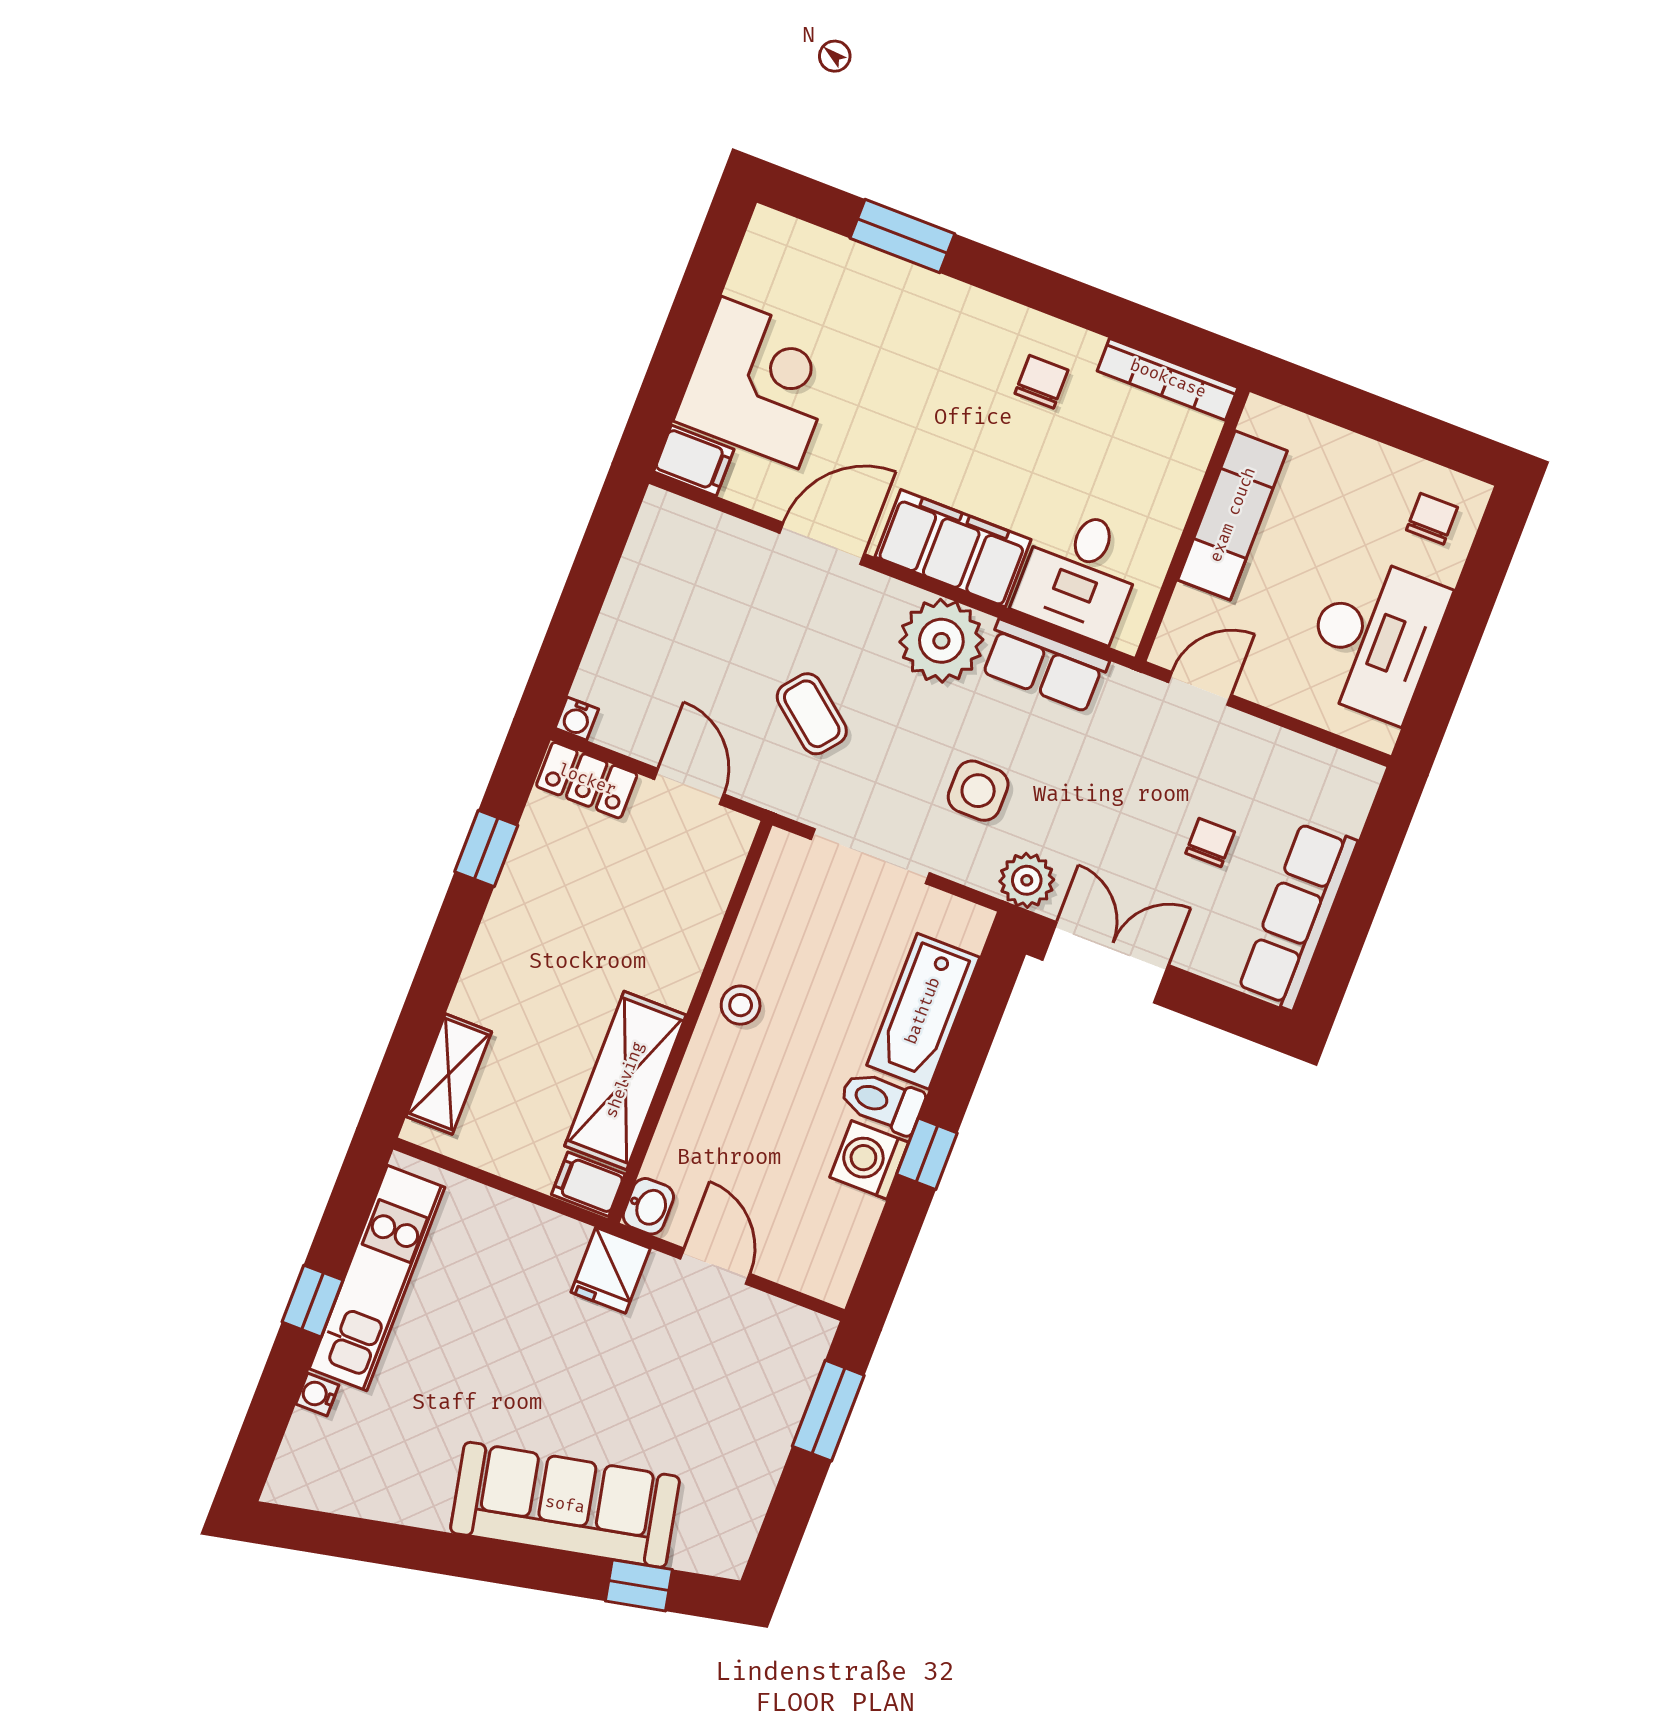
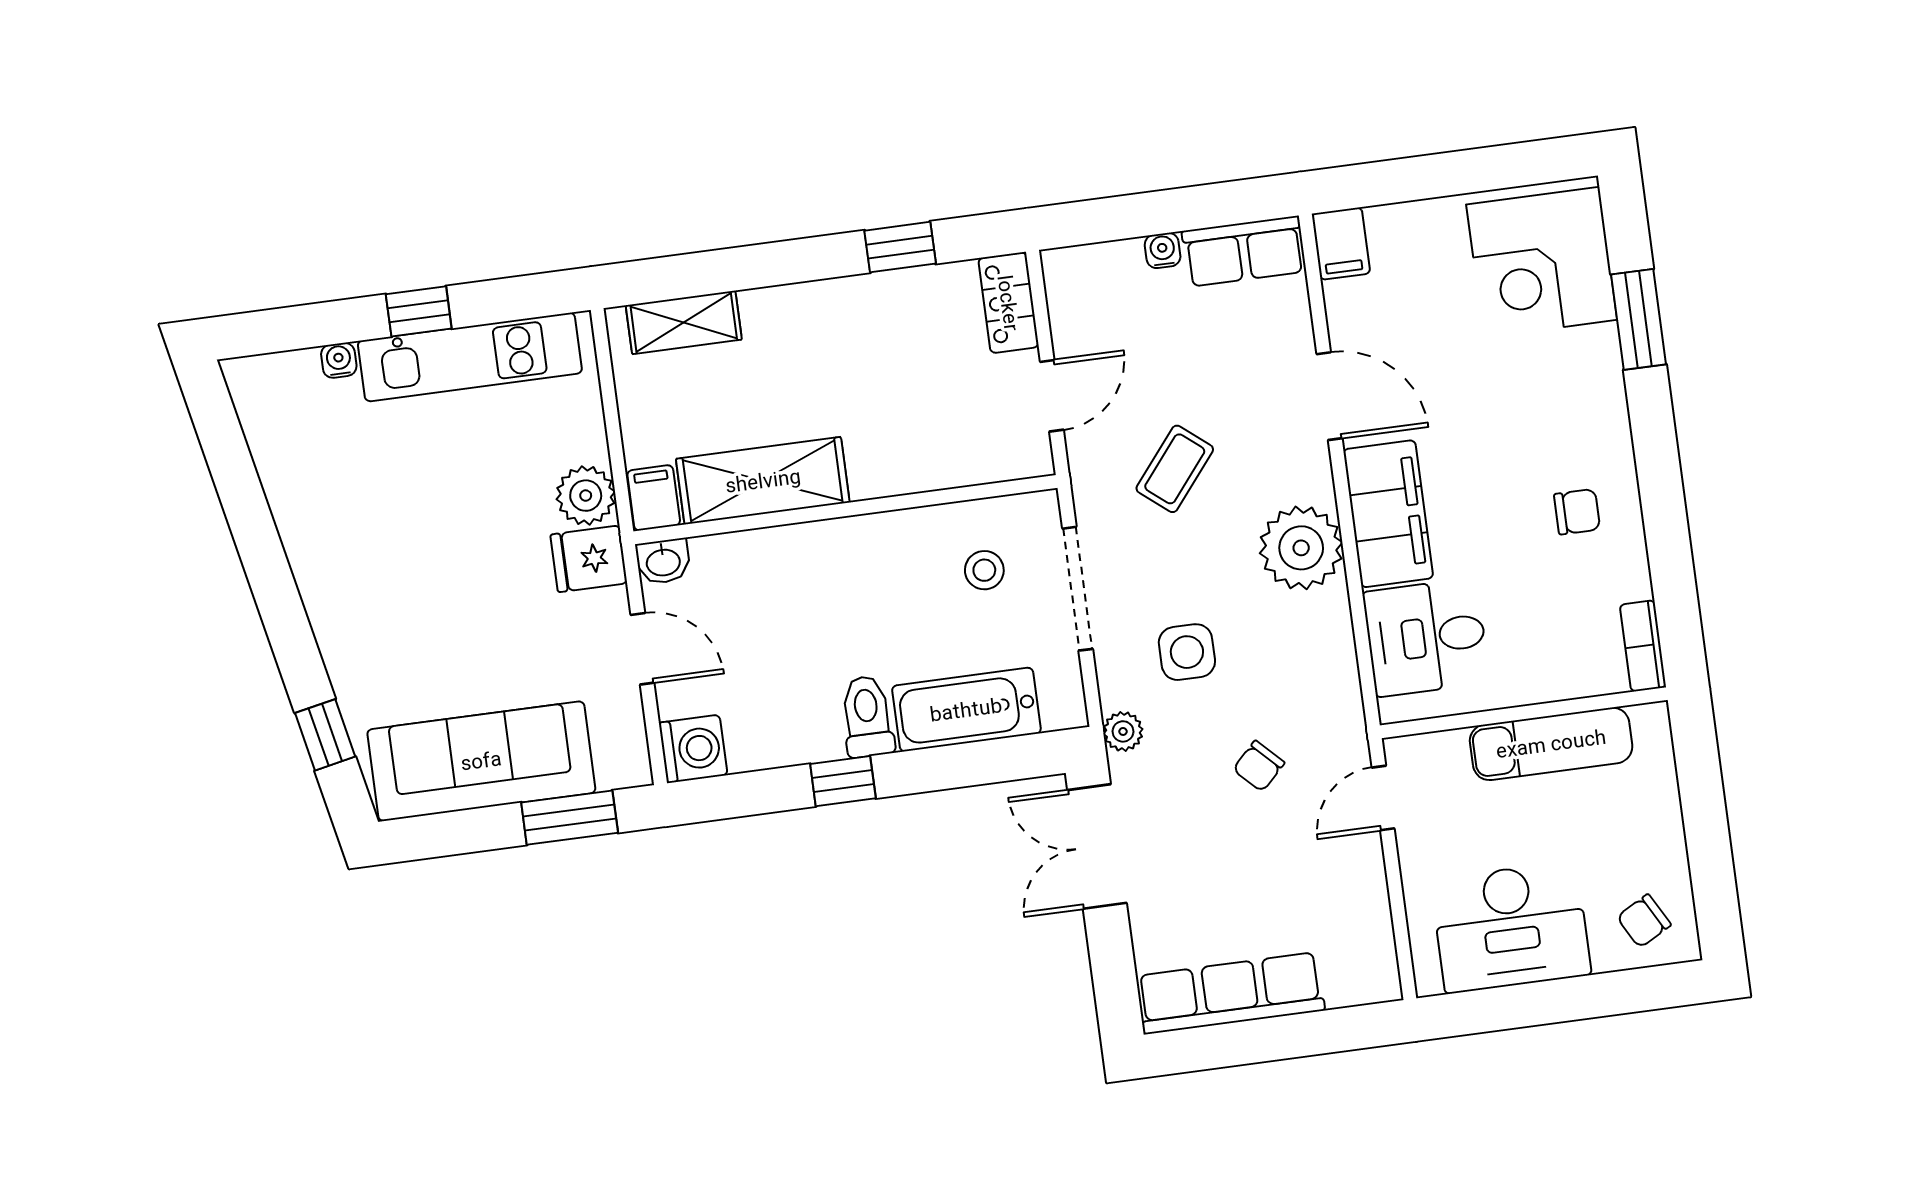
bookcase: (1168, 379) -> (1643, 646), width x0.64
corner desk: (760, 382) -> (1542, 262), moved, turned 90
chair: (1432, 519) -> (1644, 921), turned 151
row of seats: (1044, 666) -> (1244, 251), moved, turned -90
door: (1200, 688) -> (1383, 798), swing flipped
water cooler: (577, 719) -> (1163, 250), moved, turned 90
chair: (1210, 842) -> (1259, 766), moved, turned 135
plant: (1027, 880) -> (1123, 731), width x0.73, depth x0.73
double door: (1106, 962) -> (1097, 846), swing flipped
stool: (741, 1005) -> (984, 570), moved
washing machine: (869, 1160) -> (693, 749), moved, turned 90
plant: (554, 1243) -> (586, 496), added
door: (715, 1266) -> (642, 649), hinge flipped
sofa: (565, 1505) -> (481, 761), moved, turned -78

